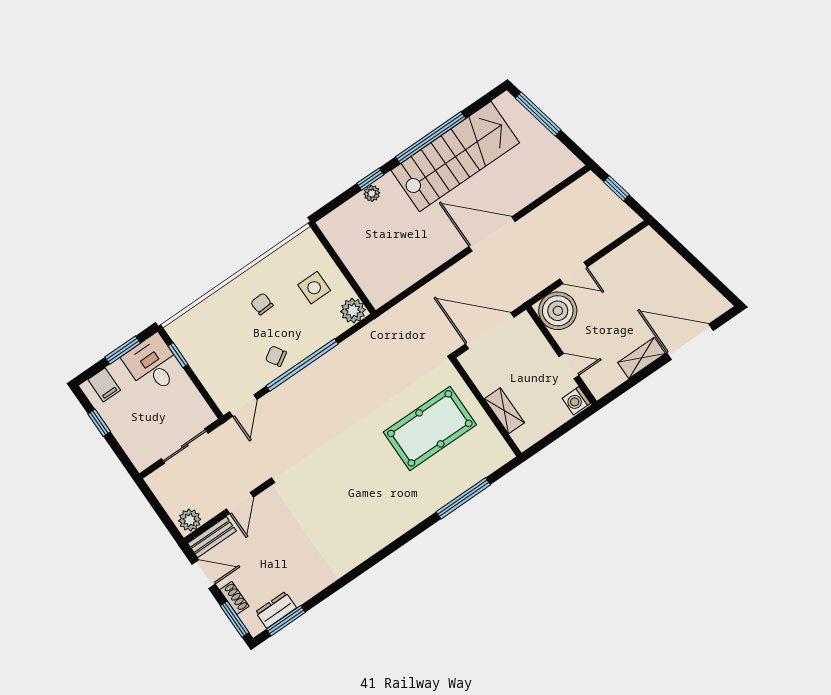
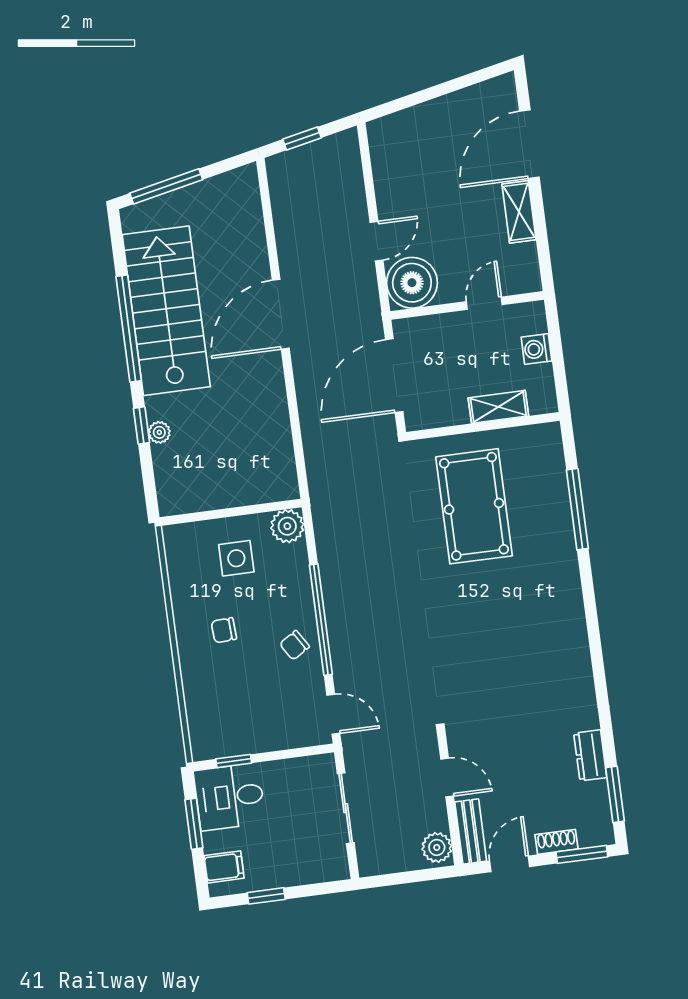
washing machine: (576, 401) -> (537, 349), moved, turned 90
dresser: (276, 610) -> (590, 755), moved

